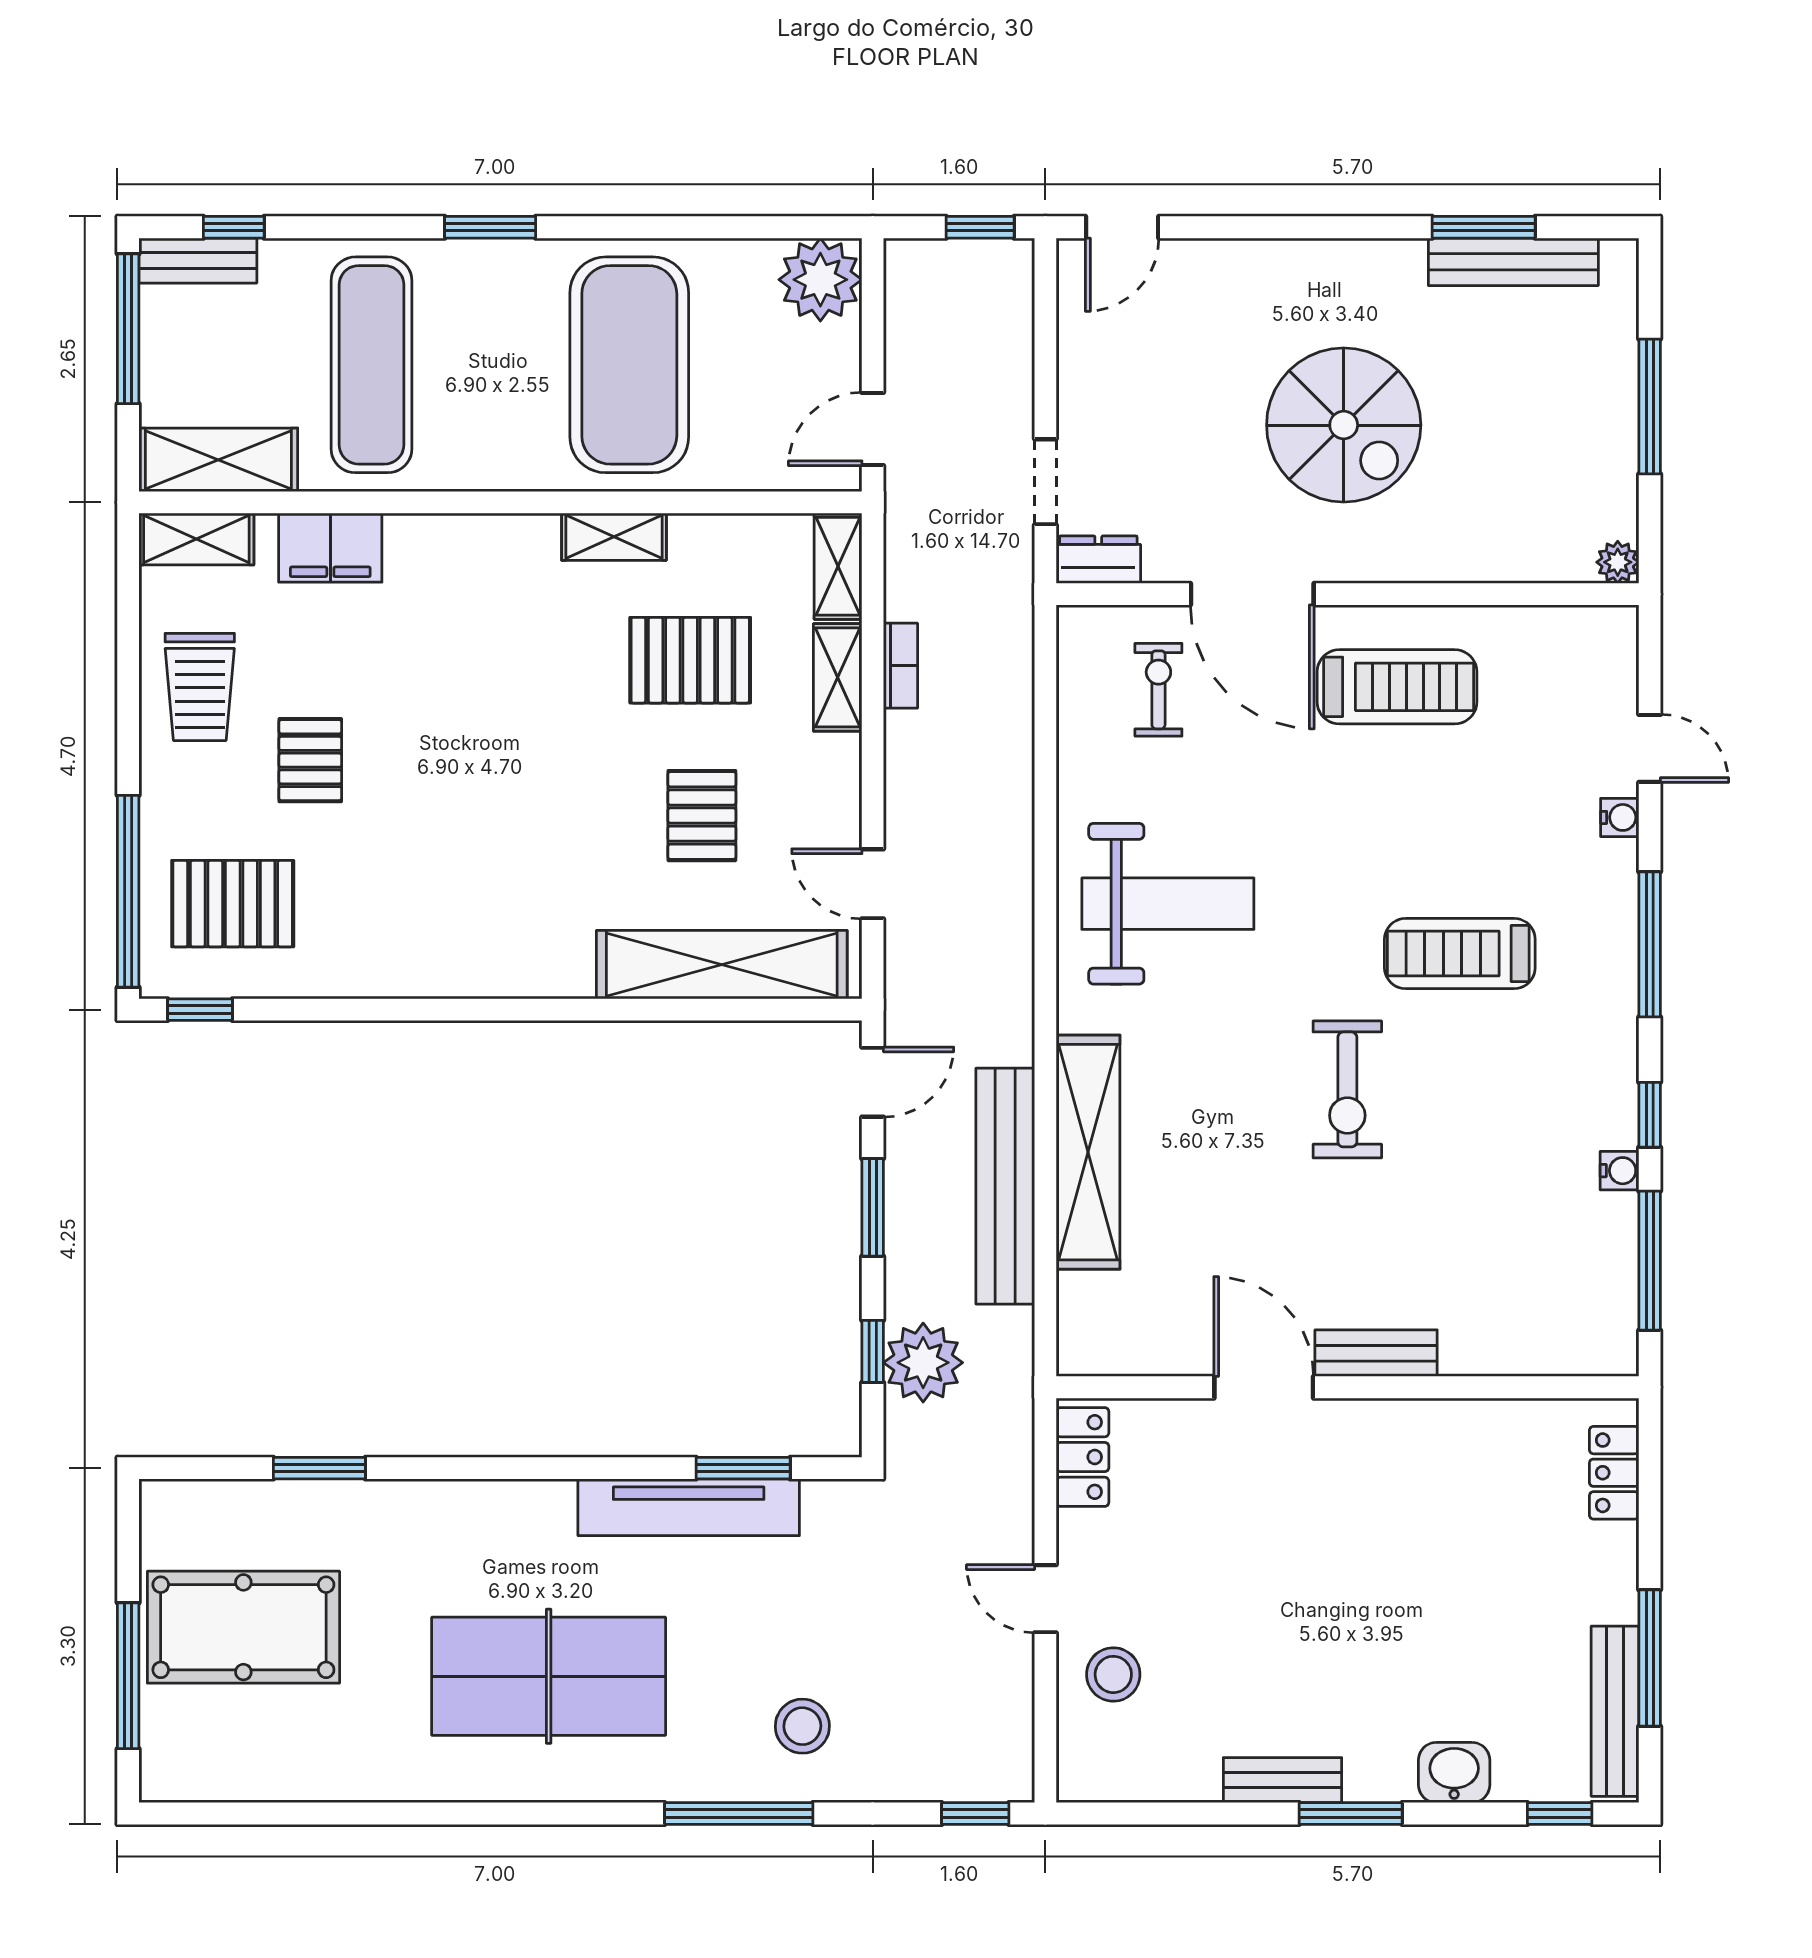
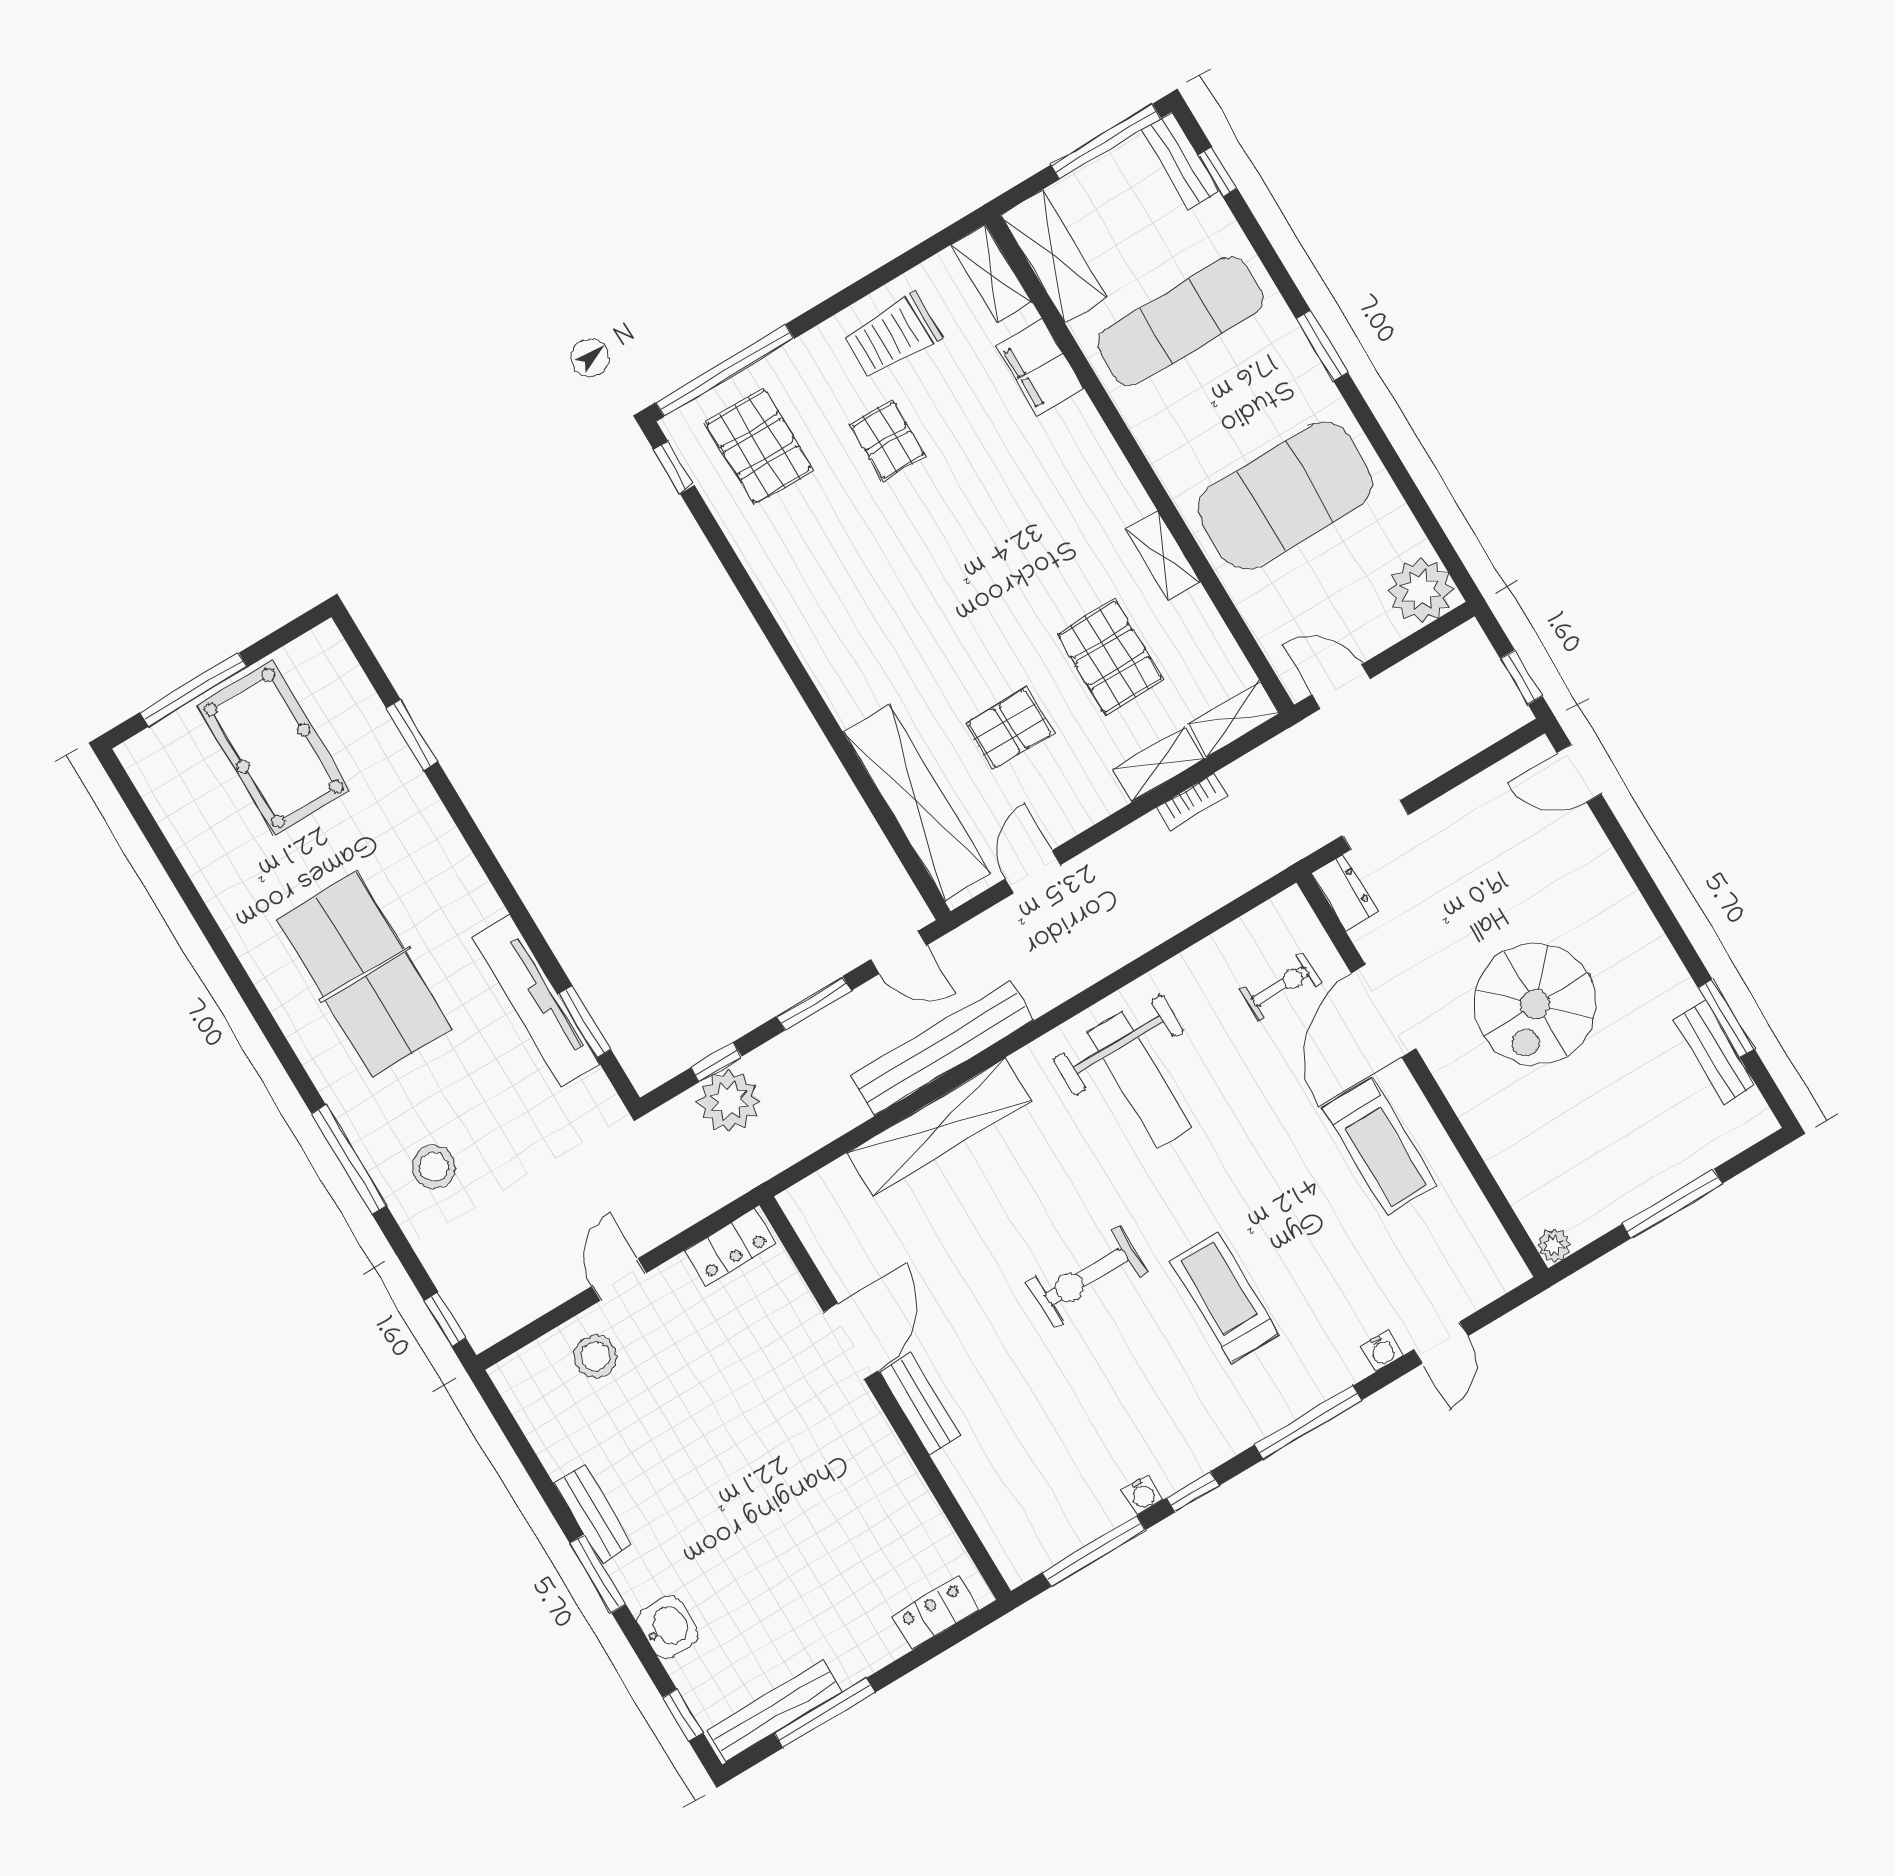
bench: (1513, 262) -> (1715, 1052), width x0.73
pallet: (310, 760) -> (888, 440), turned 90
bench: (1005, 1186) -> (943, 1048), moved

